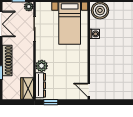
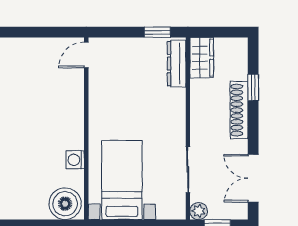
plant: (42, 66) -> (175, 100), removed
door: (89, 90) -> (86, 55), swing flipped

